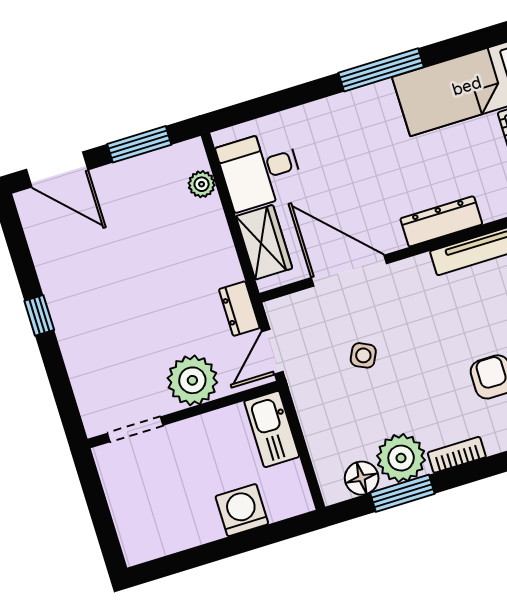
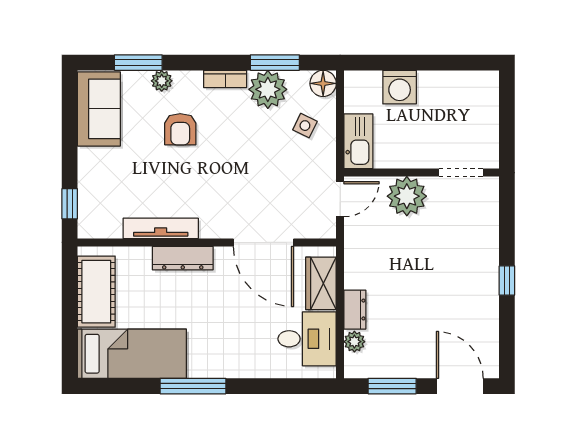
dresser: (239, 309) -> (355, 310), moved
side table: (363, 355) -> (305, 126), moved
floor lamp: (362, 478) -> (323, 83), moved

